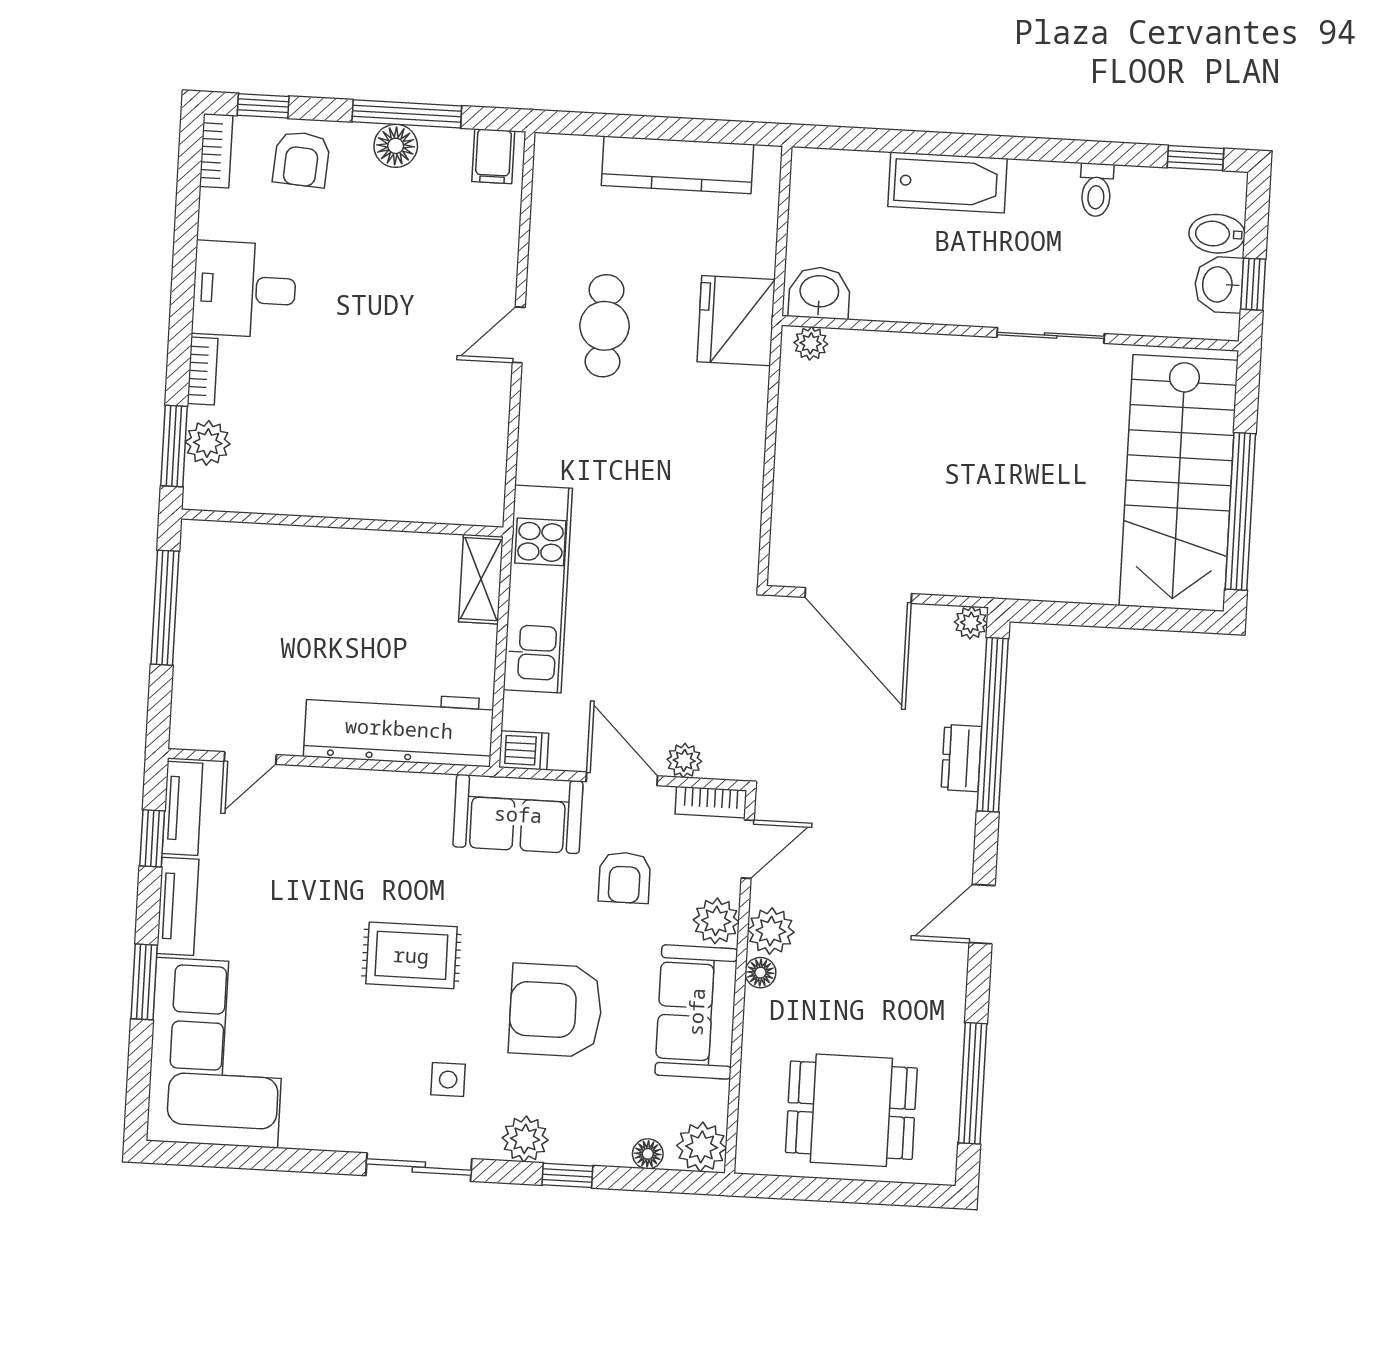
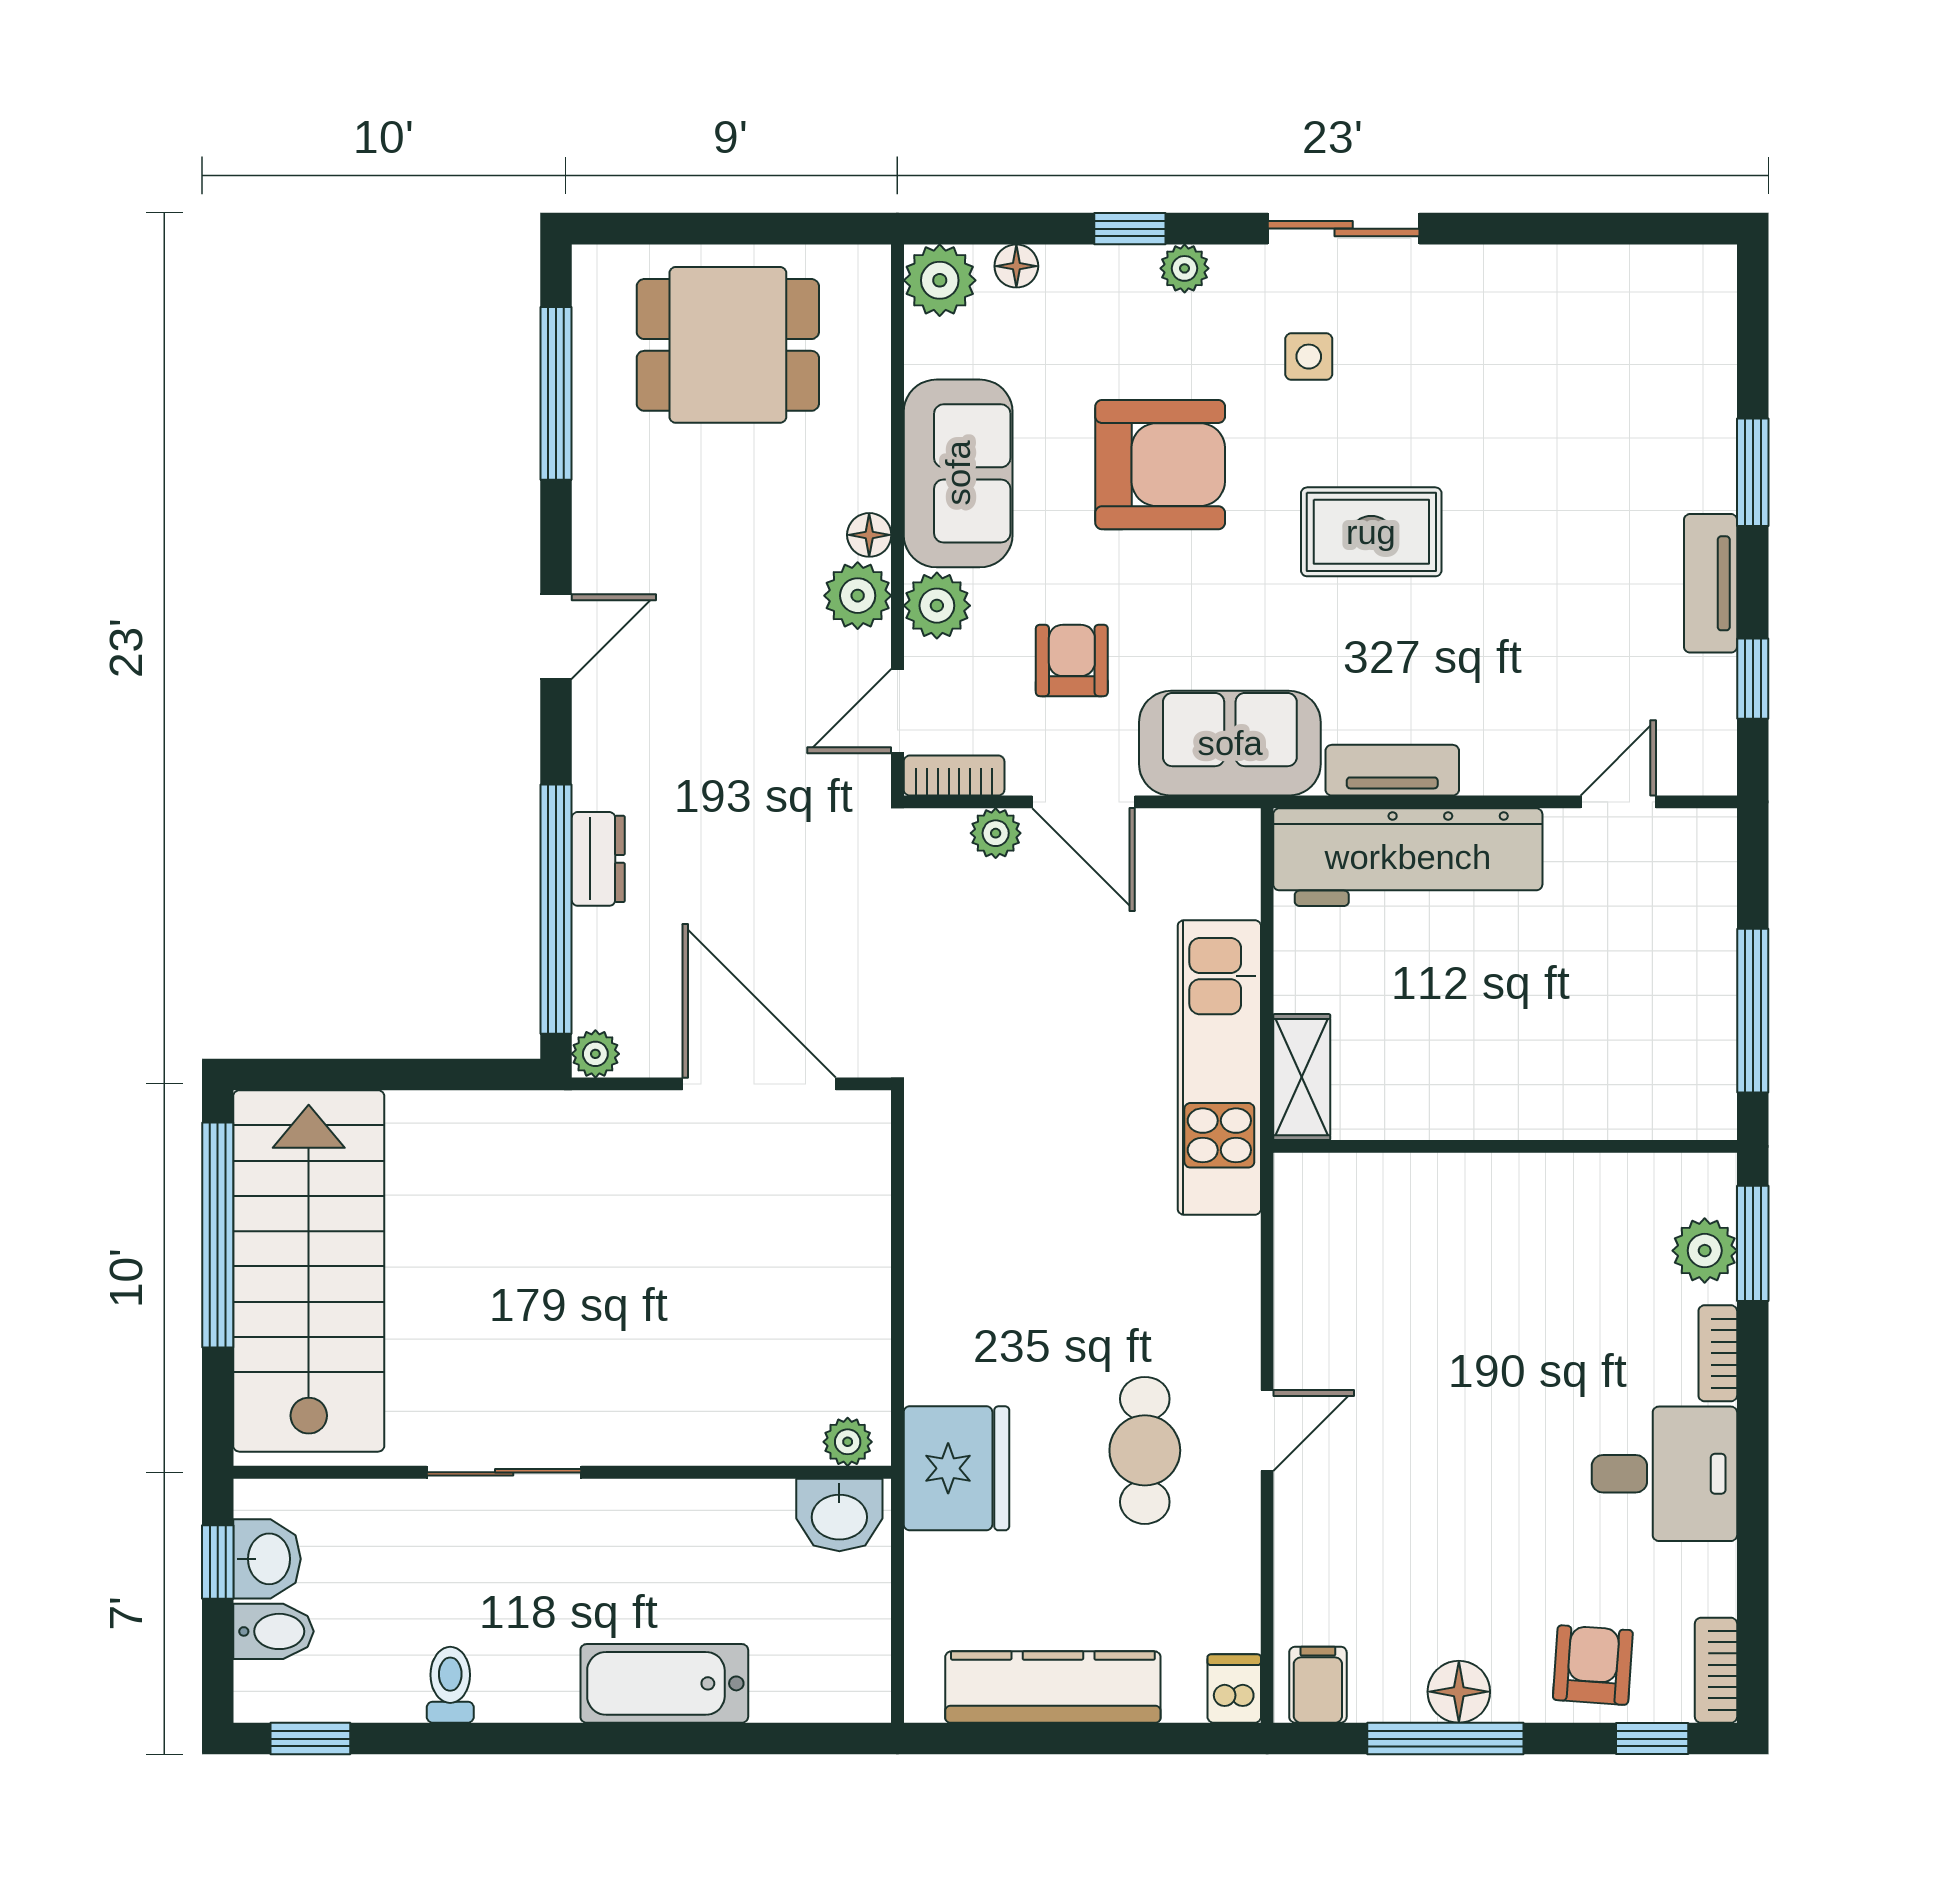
dishwasher: (524, 750) -> (1234, 1689), moved, turned 90
tv unit: (182, 808) -> (1392, 770), moved, turned 90
corner sofa: (217, 1053) -> (1643, 377), removed
plant: (525, 1139) -> (1185, 268), width x0.73, depth x0.73

